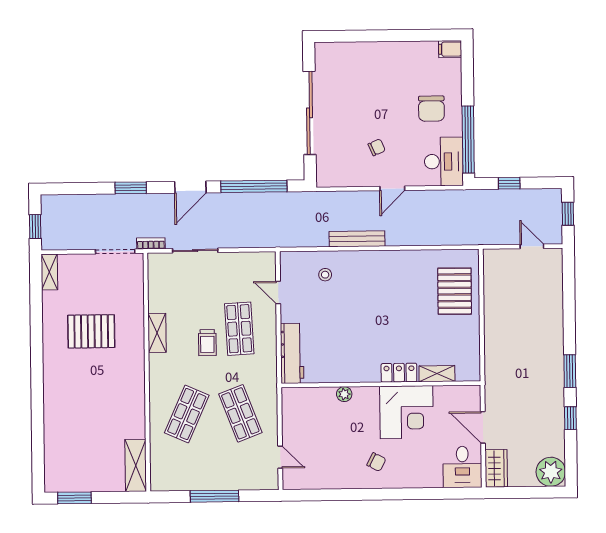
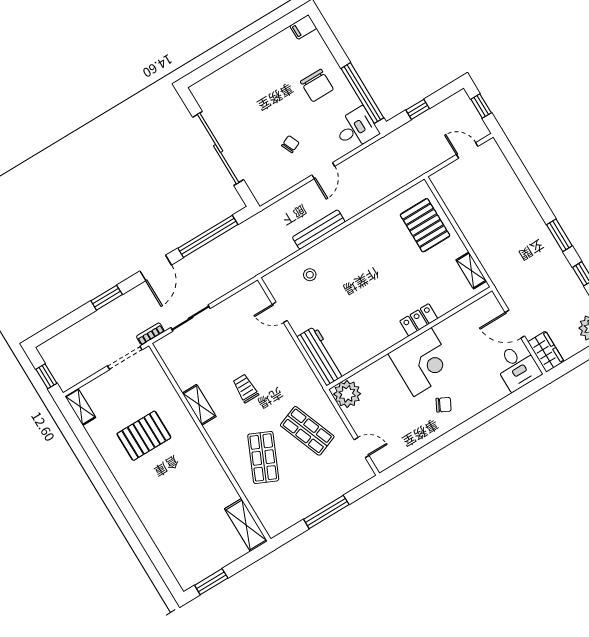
desk: (444, 162) -> (356, 129), width x0.73
shop shelf: (239, 329) -> (265, 361), removed
trolley: (207, 343) -> (245, 388), turned 180
shelving: (437, 374) -> (471, 270), moved, turned 90
plant: (344, 394) -> (347, 394), moved, width x1.87, depth x1.87
corner desk: (406, 412) -> (422, 362), moved

